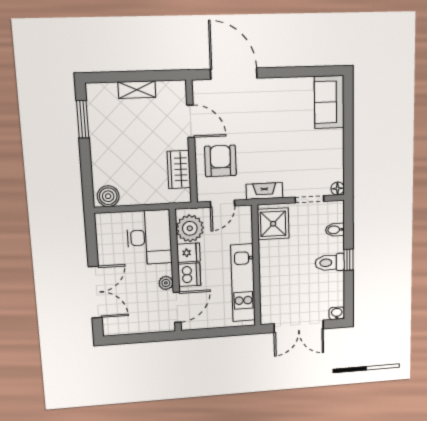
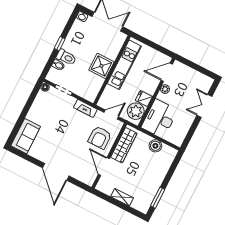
door: (234, 74) -> (56, 172), moved
wardrobe: (179, 170) -> (124, 145), width x1.50
boiler: (108, 196) -> (155, 146), moved
shower: (273, 224) -> (101, 66), moved
toilet: (330, 263) -> (66, 57), moved
dishwasher: (189, 275) -> (150, 86), removed
double door: (95, 292) -> (204, 106), width x0.73

